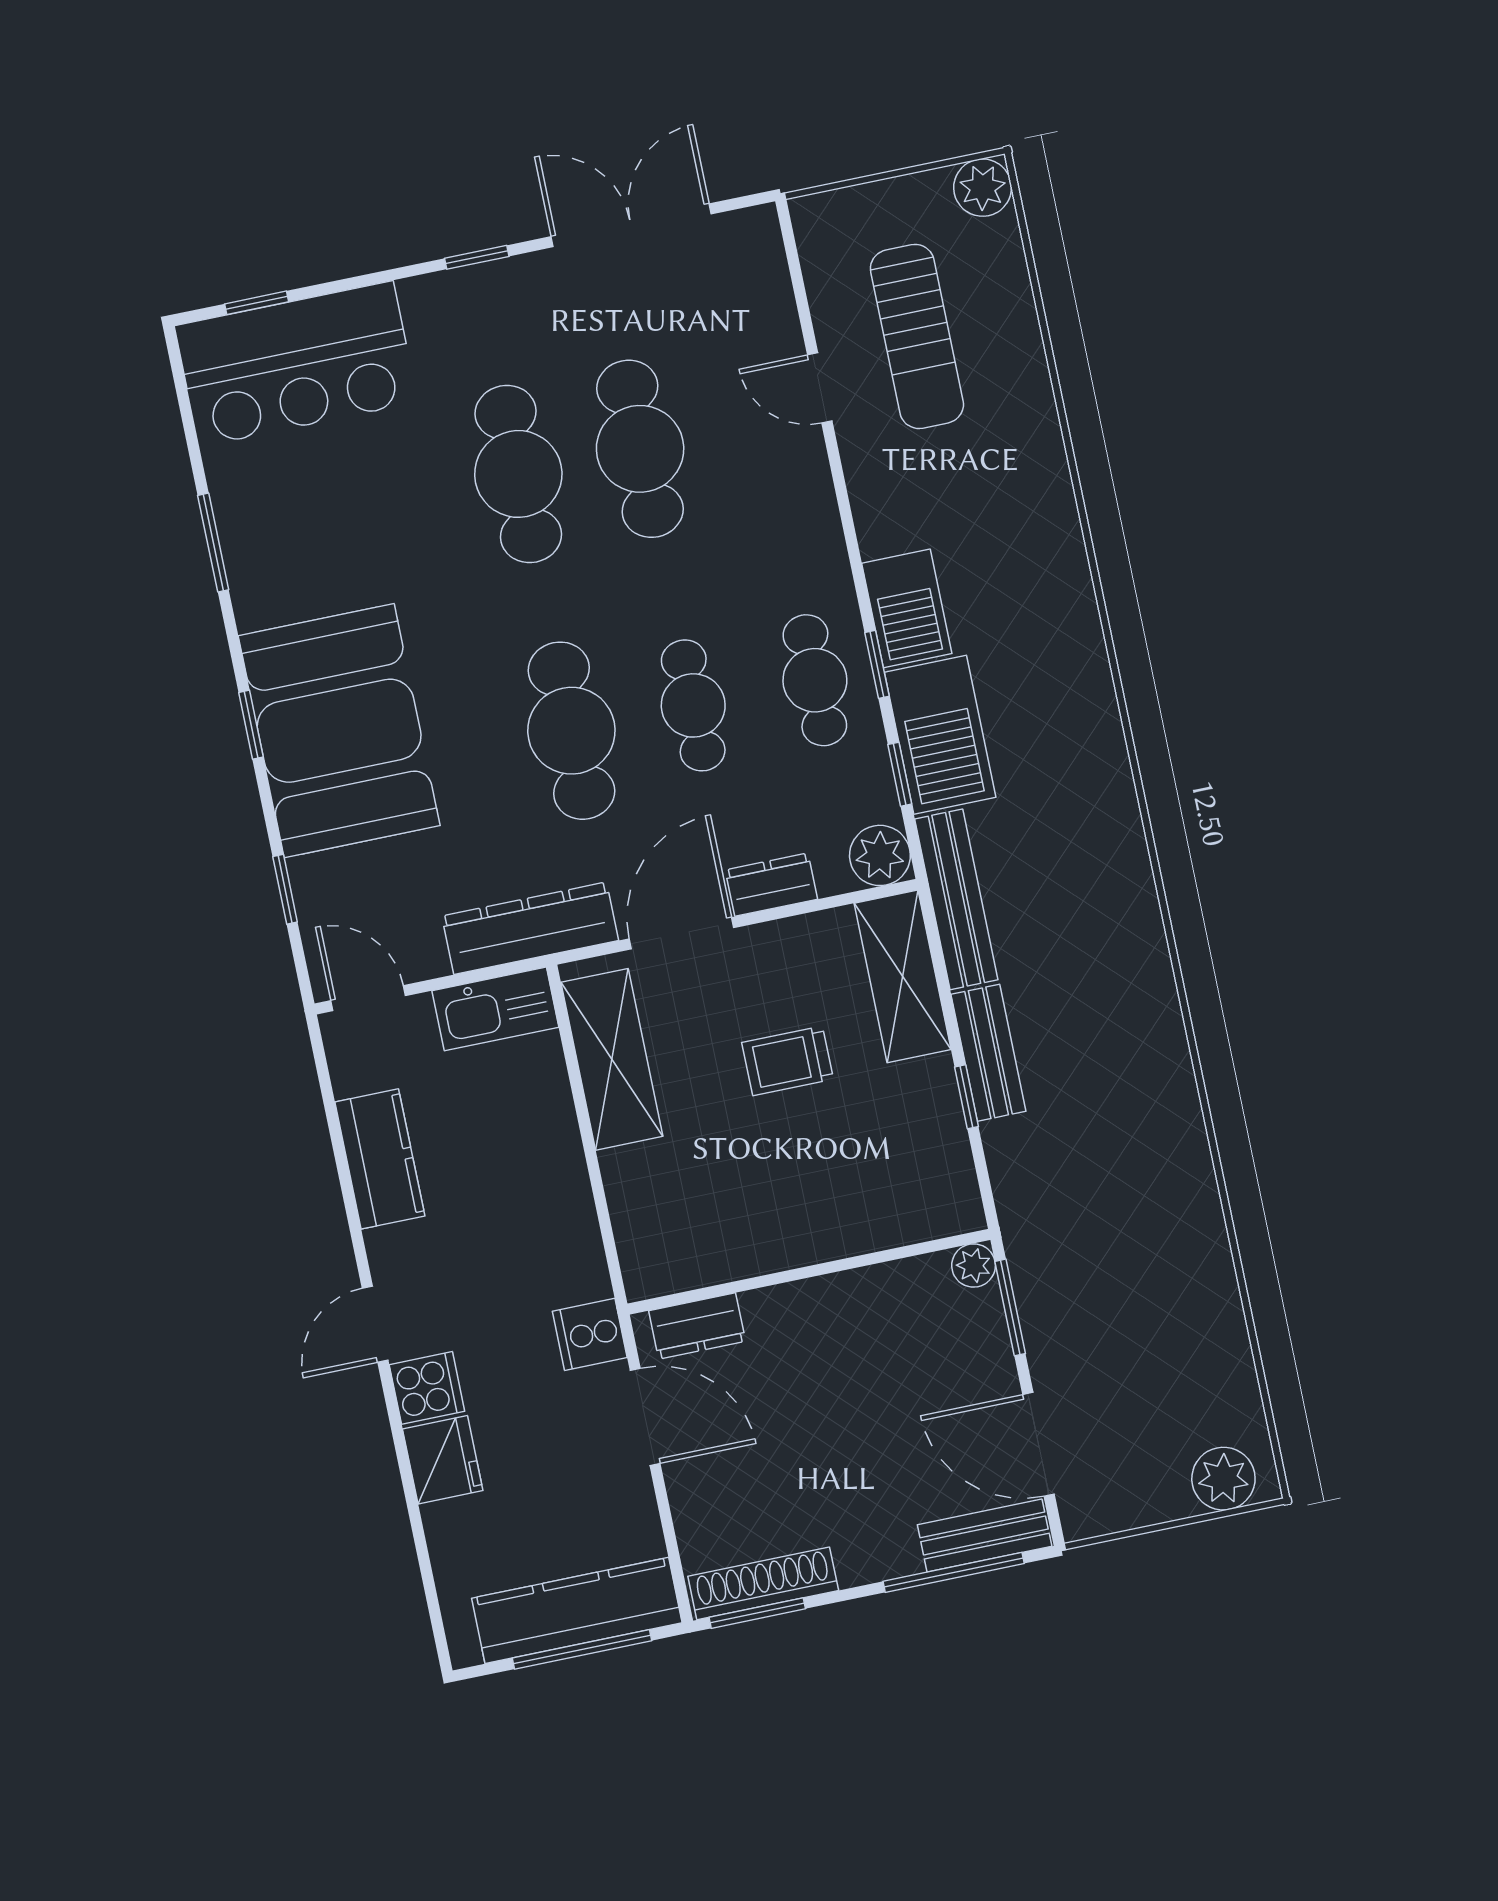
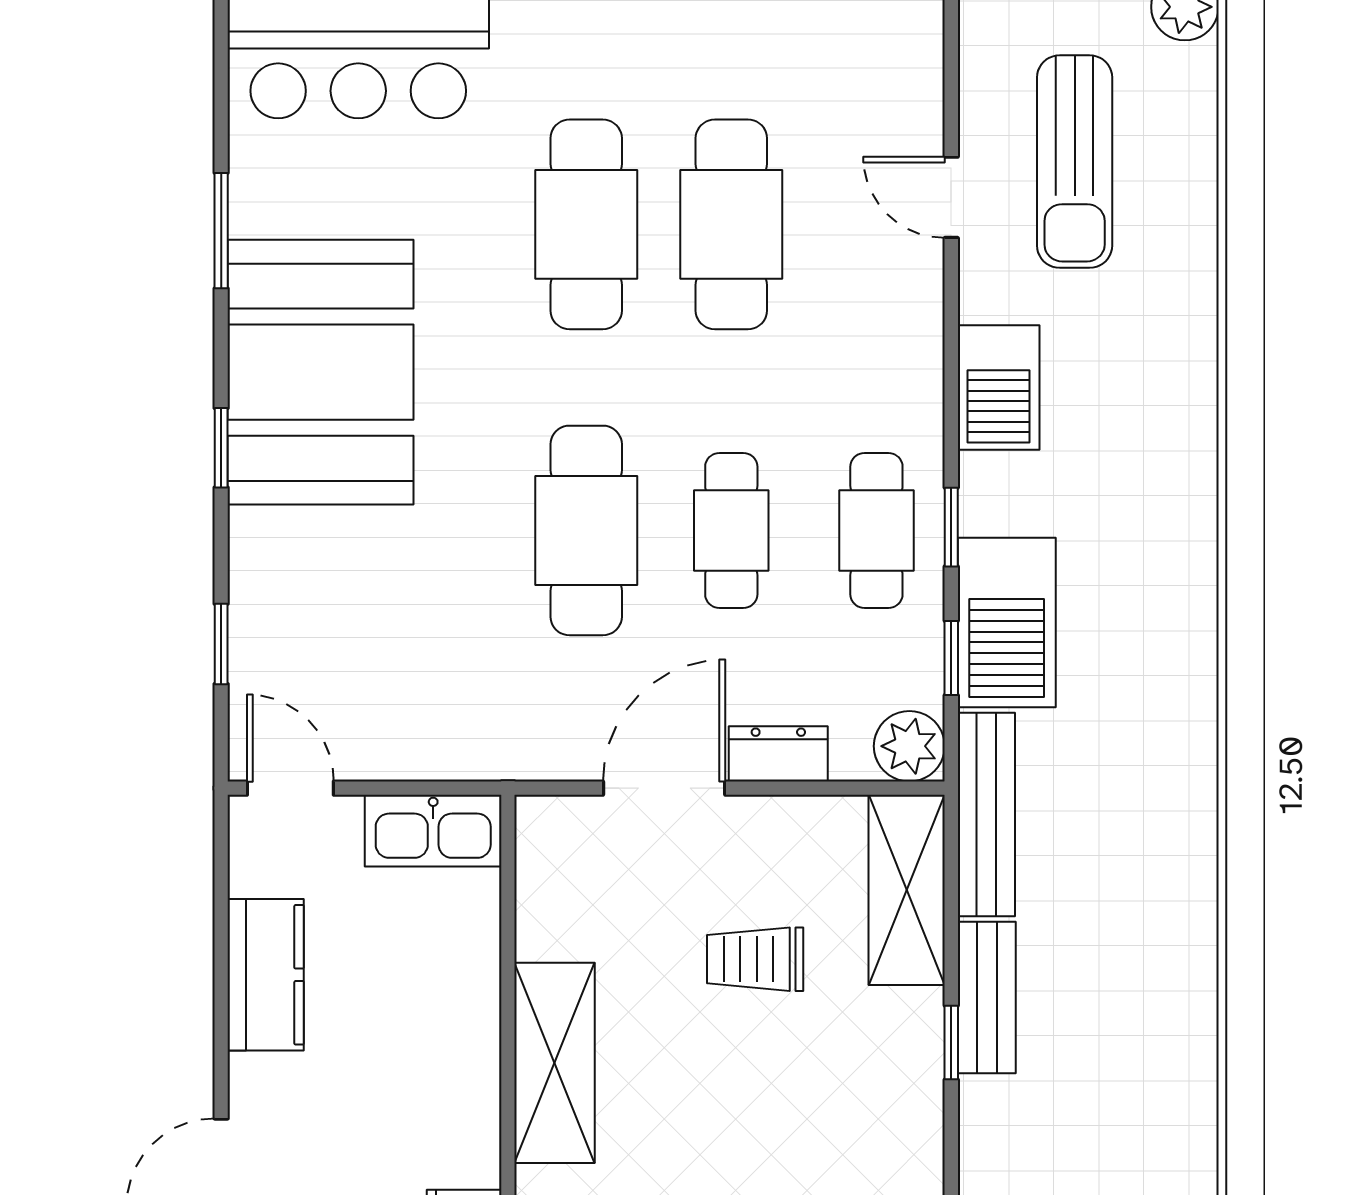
barbecue: (907, 608) -> (999, 388), moved
booth: (339, 731) -> (321, 372), moved
dresser: (530, 928) -> (492, 747), removed
shelving: (612, 1059) -> (555, 1063), moved

